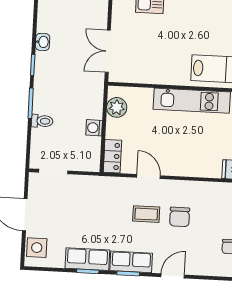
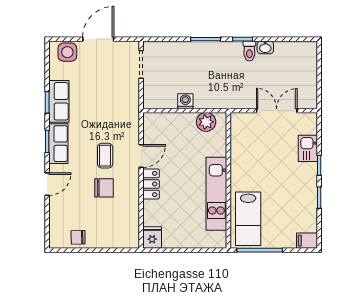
double door: (108, 51) -> (277, 111), moved
toilet: (42, 121) -> (249, 51), moved
locker: (112, 156) -> (151, 184), moved, turned -90
chair: (180, 217) -> (104, 188), turned 180
door: (173, 276) -> (47, 184), hinge flipped

